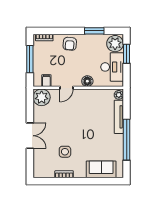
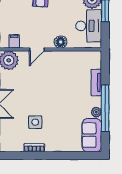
plant: (119, 95) -> (96, 112), moved
tv unit: (119, 117) -> (96, 83), width x0.71
sofa: (101, 169) -> (92, 135), moved, turned -90

